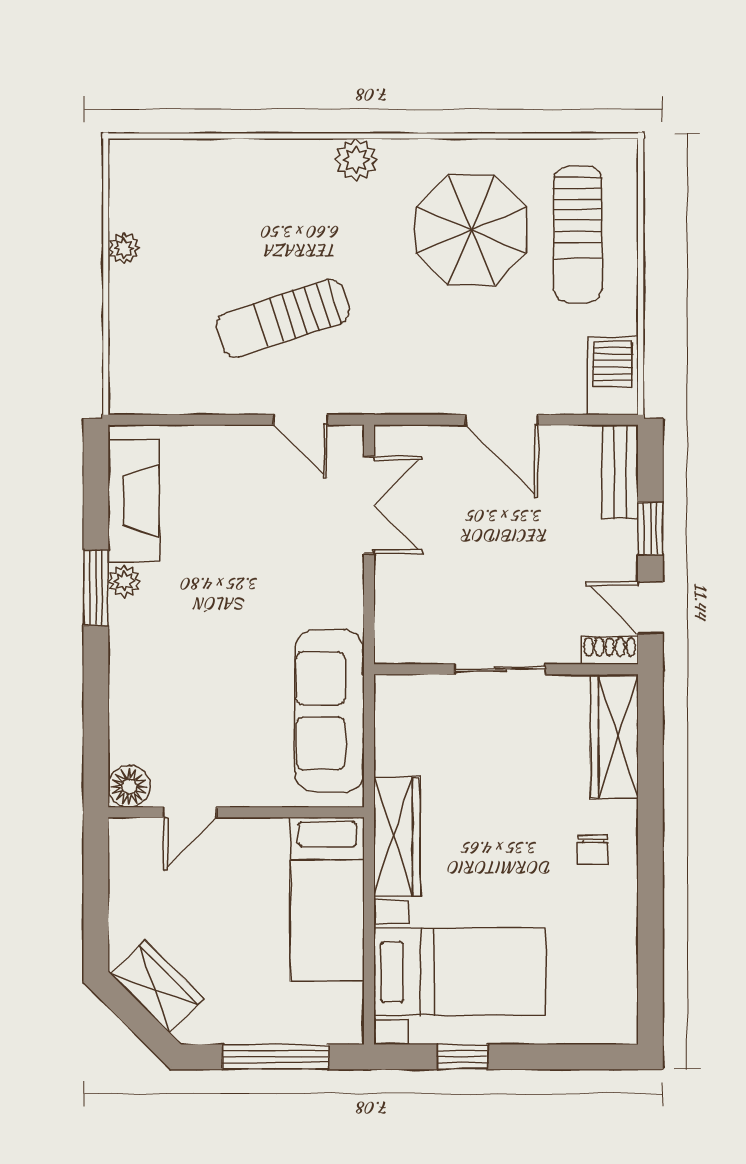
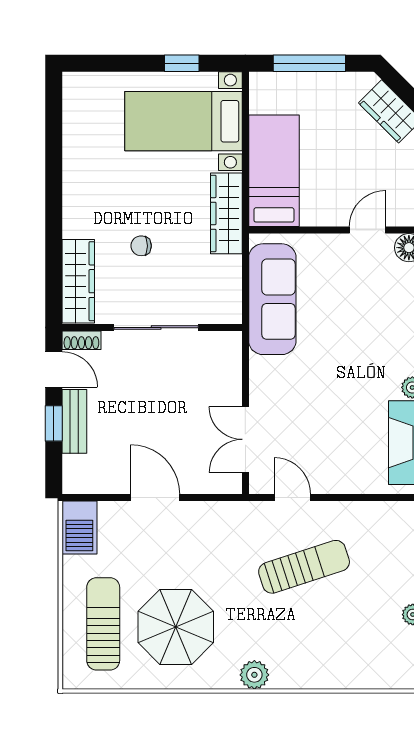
bench: (620, 472) -> (74, 421), moved
sliding door: (500, 669) -> (156, 328), width x1.37
chair: (593, 850) -> (141, 246), moved, turned -90

